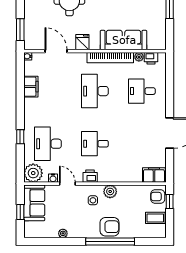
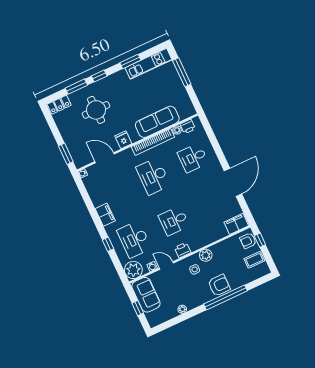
filing cabinet: (31, 87) -> (105, 215), moved

